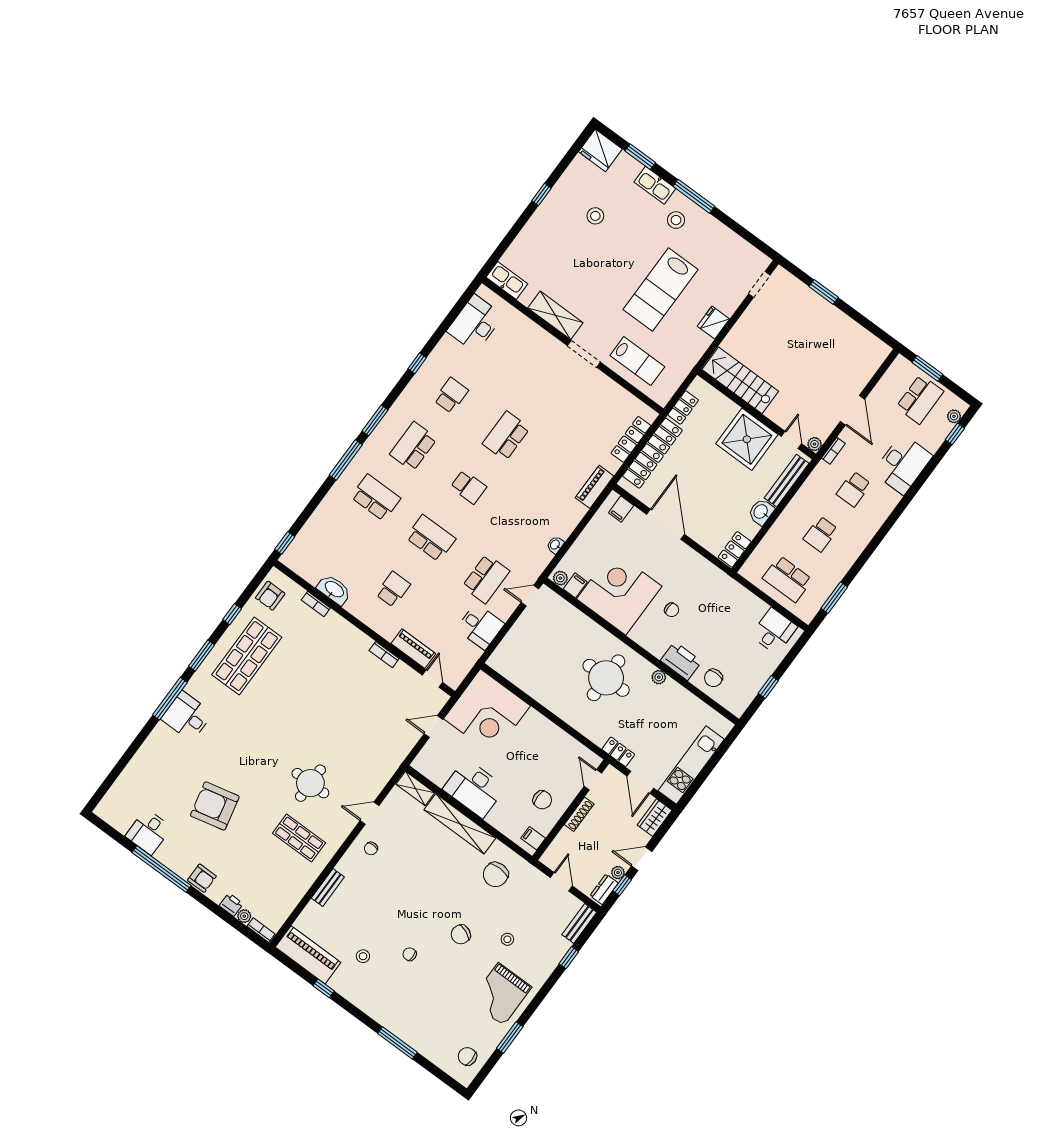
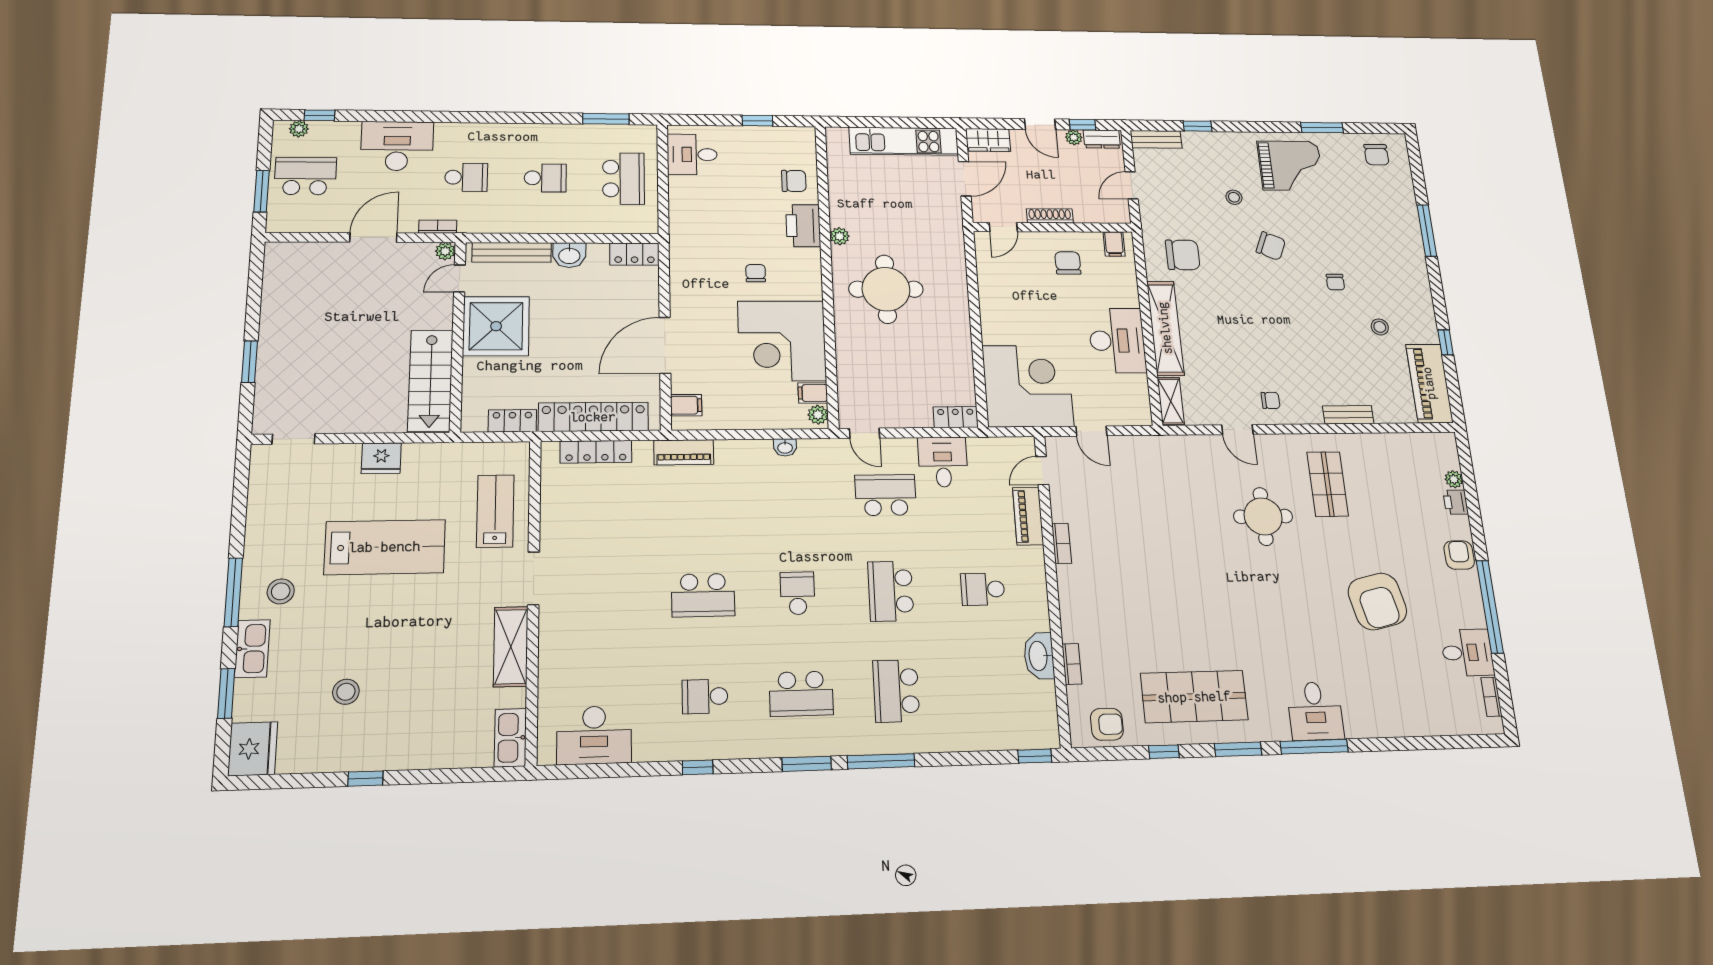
locker: (618, 752) -> (956, 417), moved, turned 90
bookcase: (261, 930) -> (1491, 697), moved

